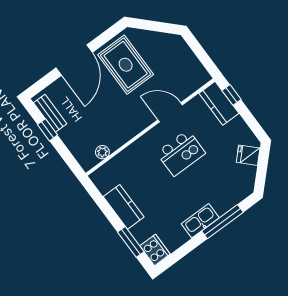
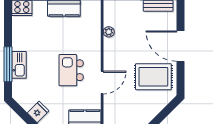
plant: (102, 152) -> (109, 32), moved
kitchen sink: (200, 221) -> (19, 65), moved

